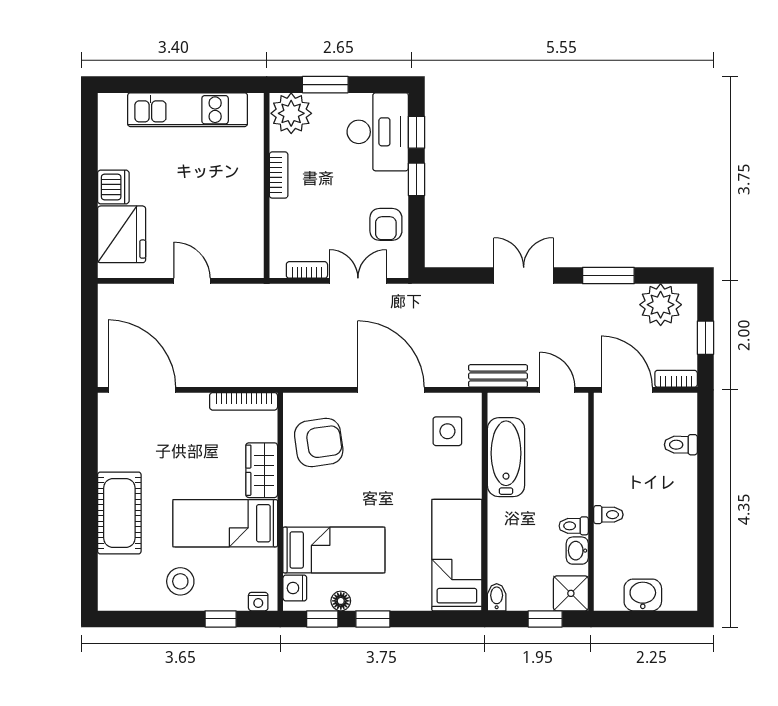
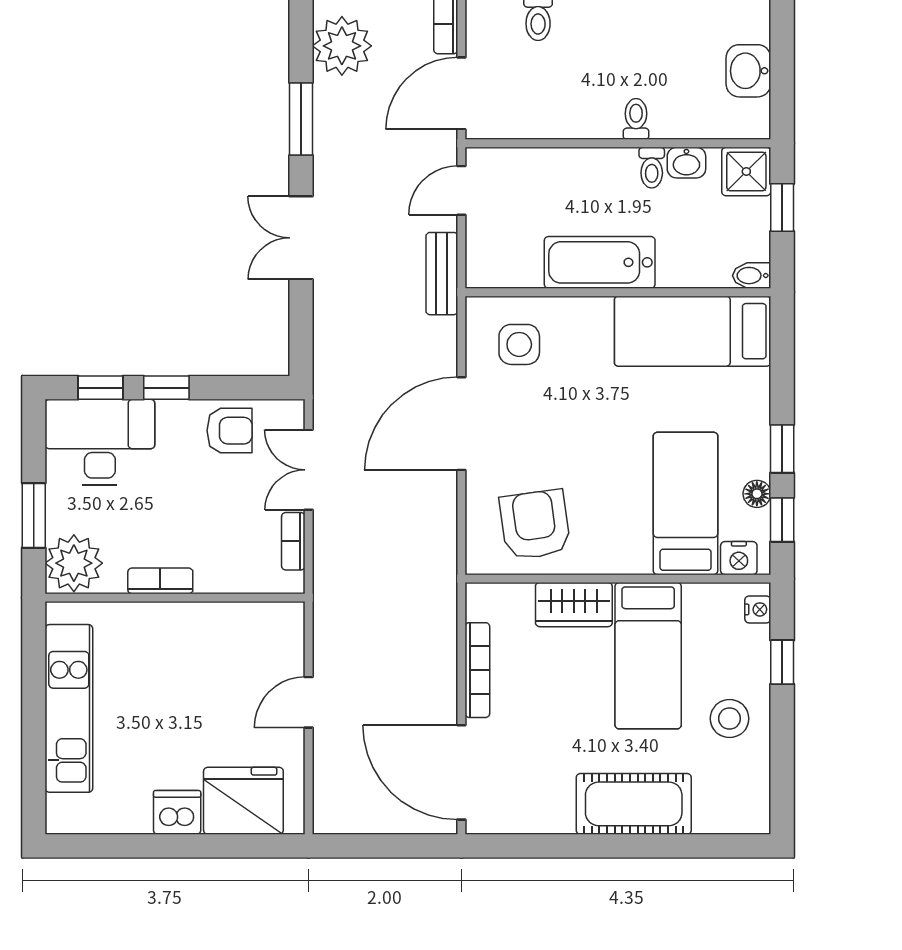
door: (142, 390) -> (461, 772), hinge flipped
bookcase: (244, 401) -> (477, 670), moved
bathtub: (506, 457) -> (600, 262), moved

